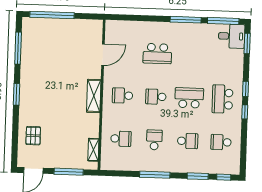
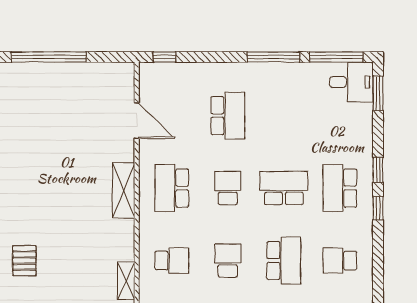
window: (121, 17) -> (164, 57), added
school desk: (157, 54) -> (228, 116), turned -90
door: (103, 55) -> (137, 121), hinge flipped
school desk: (122, 96) -> (172, 188), width x1.85
school desk: (156, 97) -> (228, 188), turned 90
school desk: (188, 141) -> (284, 261), width x1.85

